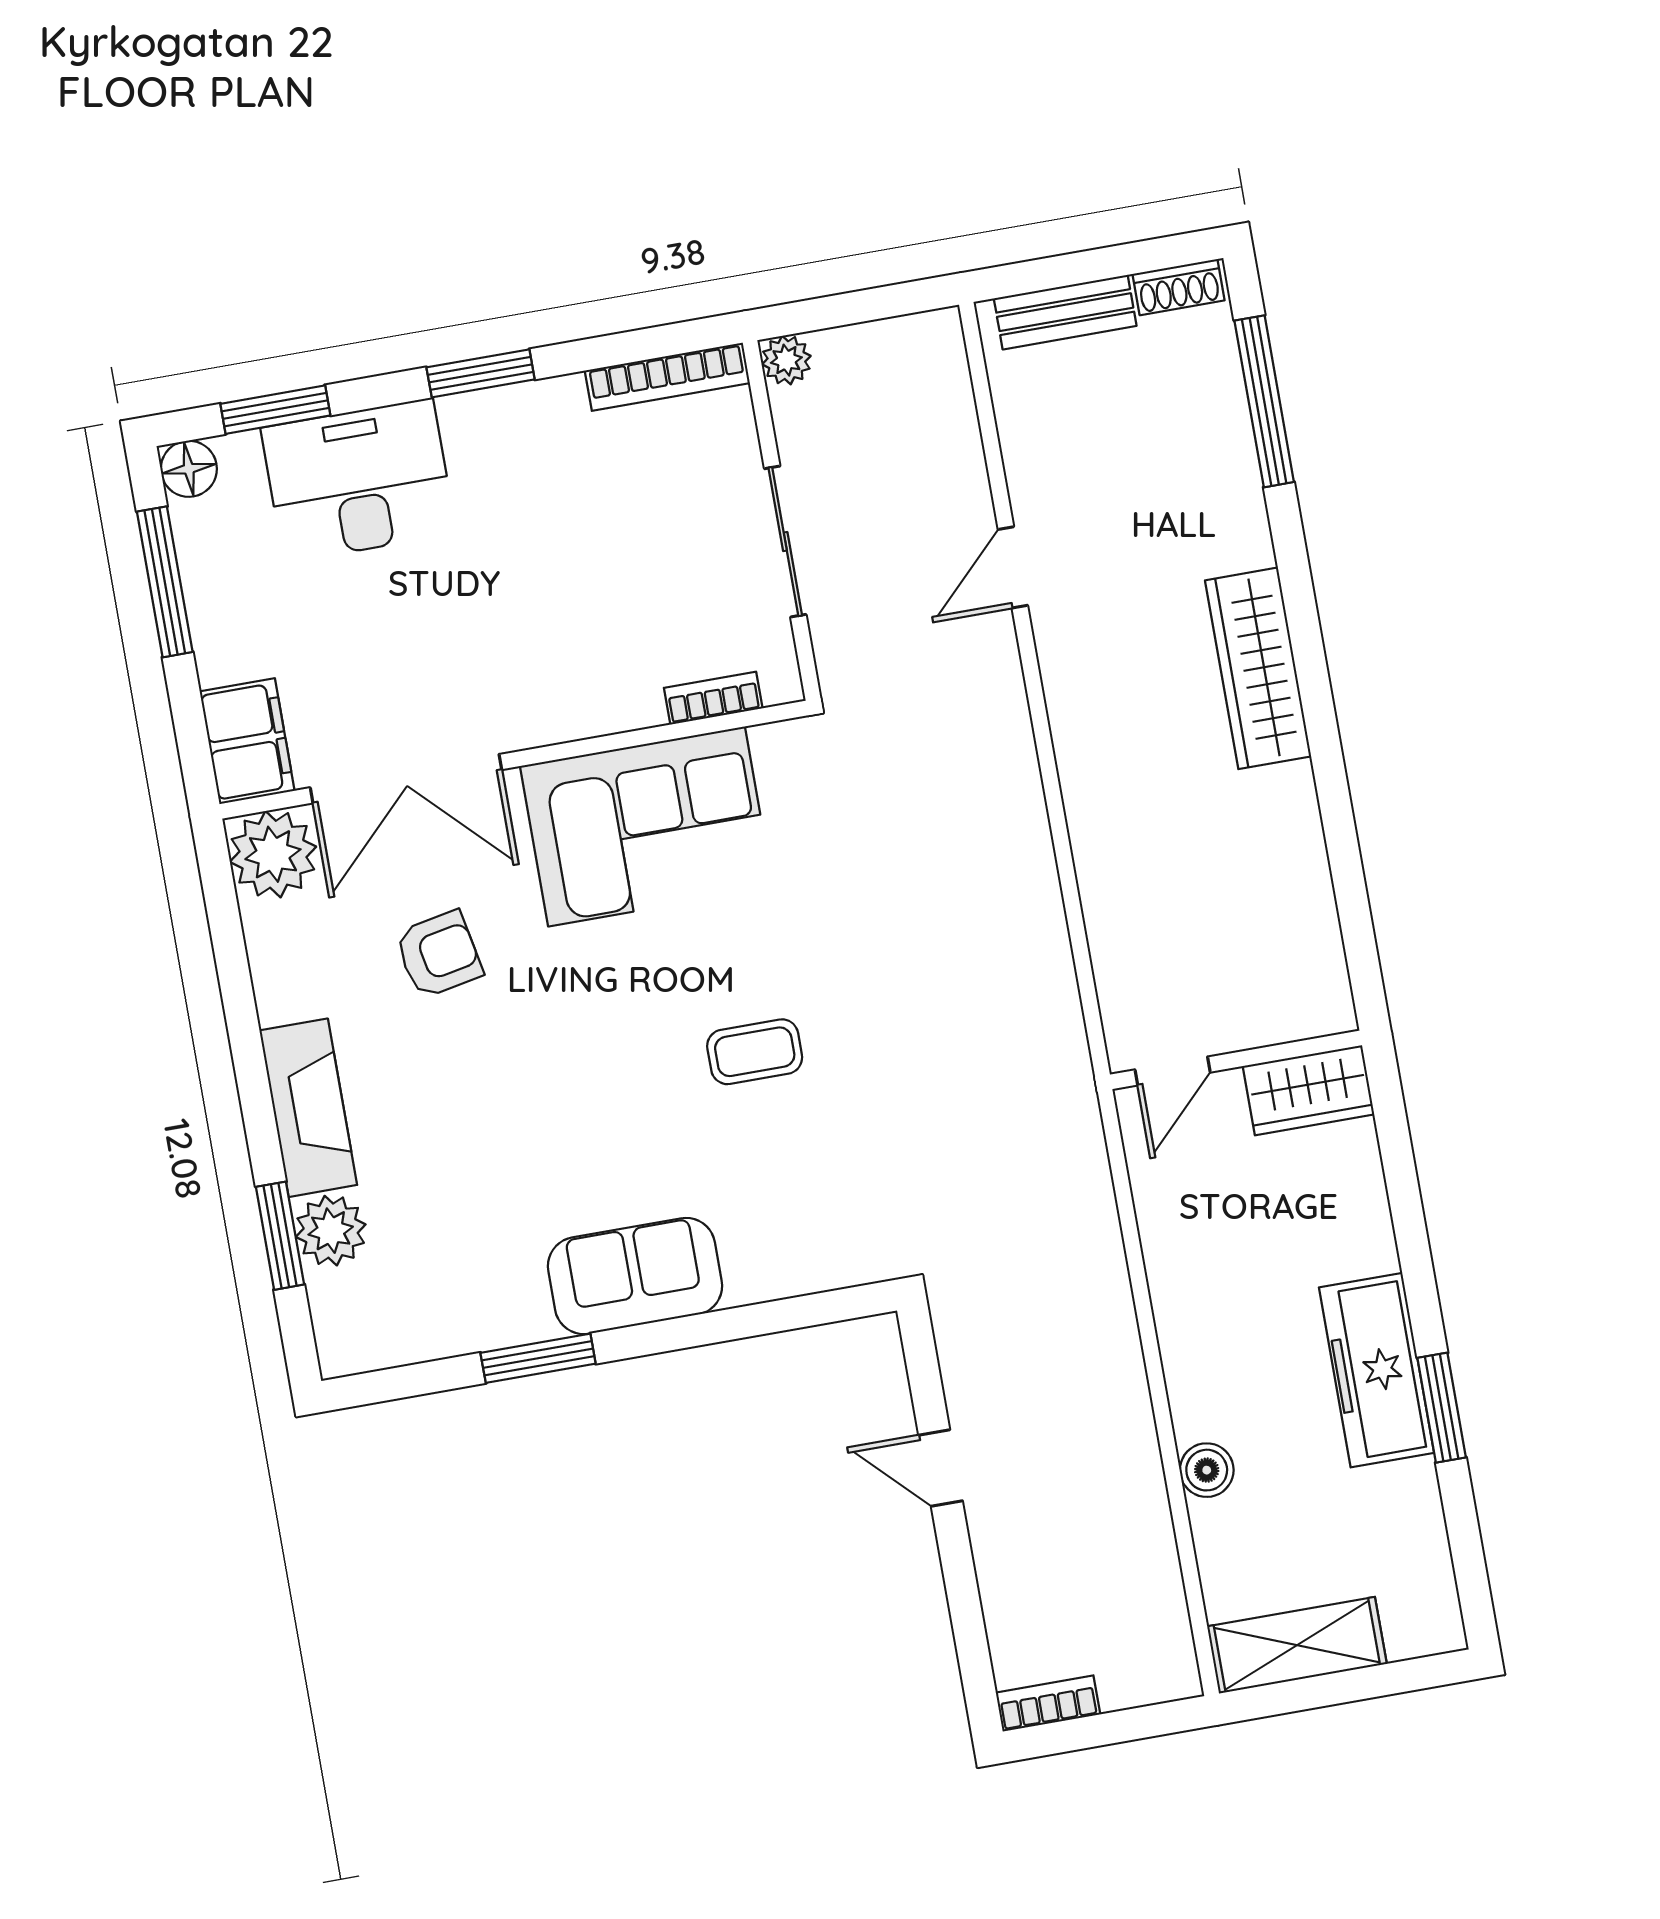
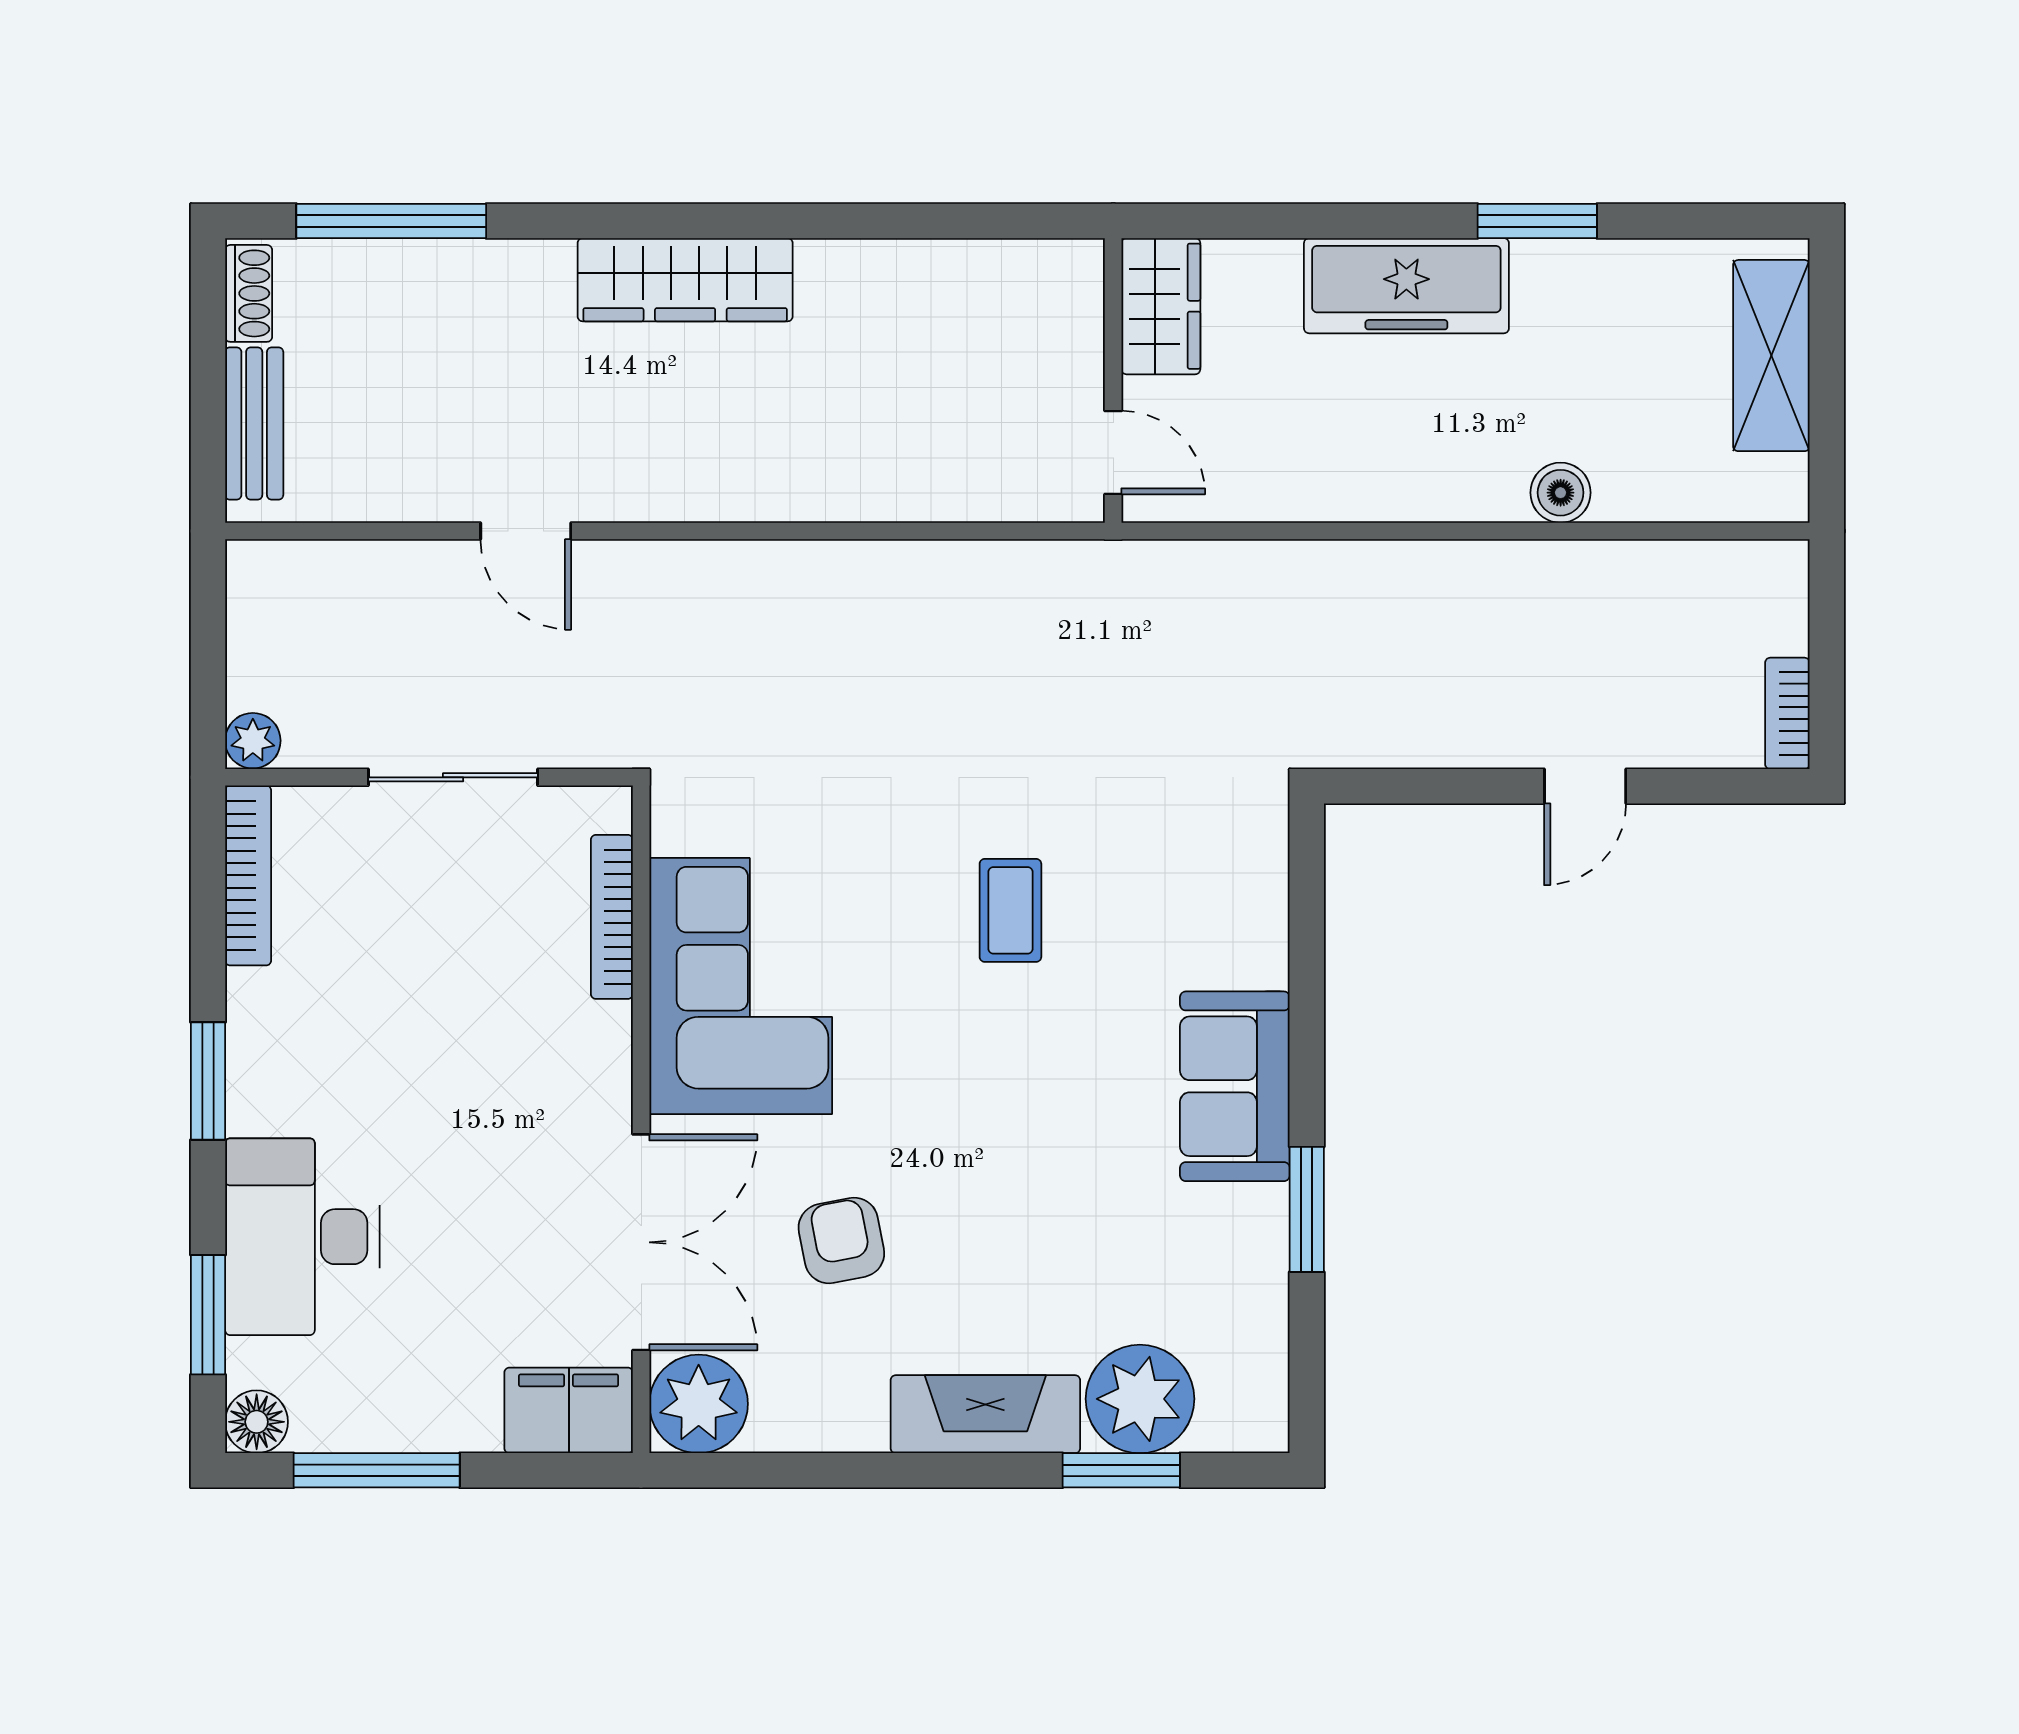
bookcase: (713, 698) -> (612, 917), width x1.56
plant: (331, 1231) -> (1140, 1399), width x1.36, depth x1.36
freezer: (1376, 1370) -> (1406, 286), moved
door: (941, 1468) -> (1585, 786), moved
shelving: (1297, 1645) -> (1771, 356), moved

